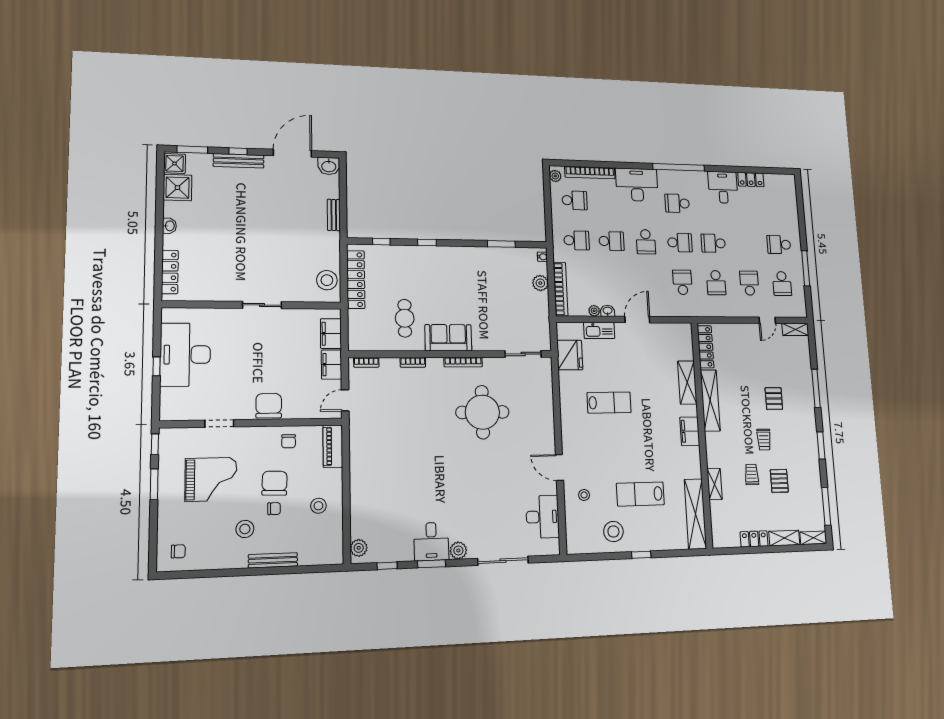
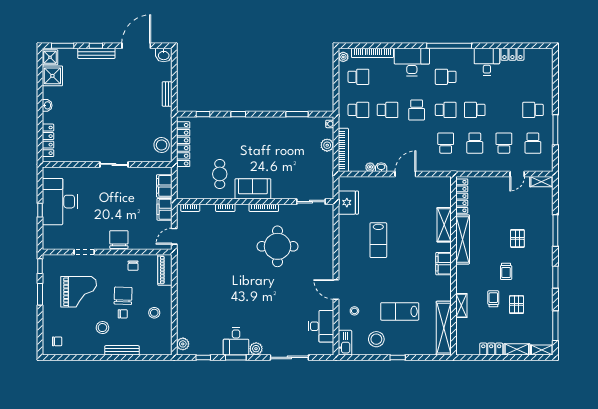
kitchen sink: (599, 331) -> (345, 343), moved, turned -90
lab bench: (609, 403) -> (378, 240), turned 90

